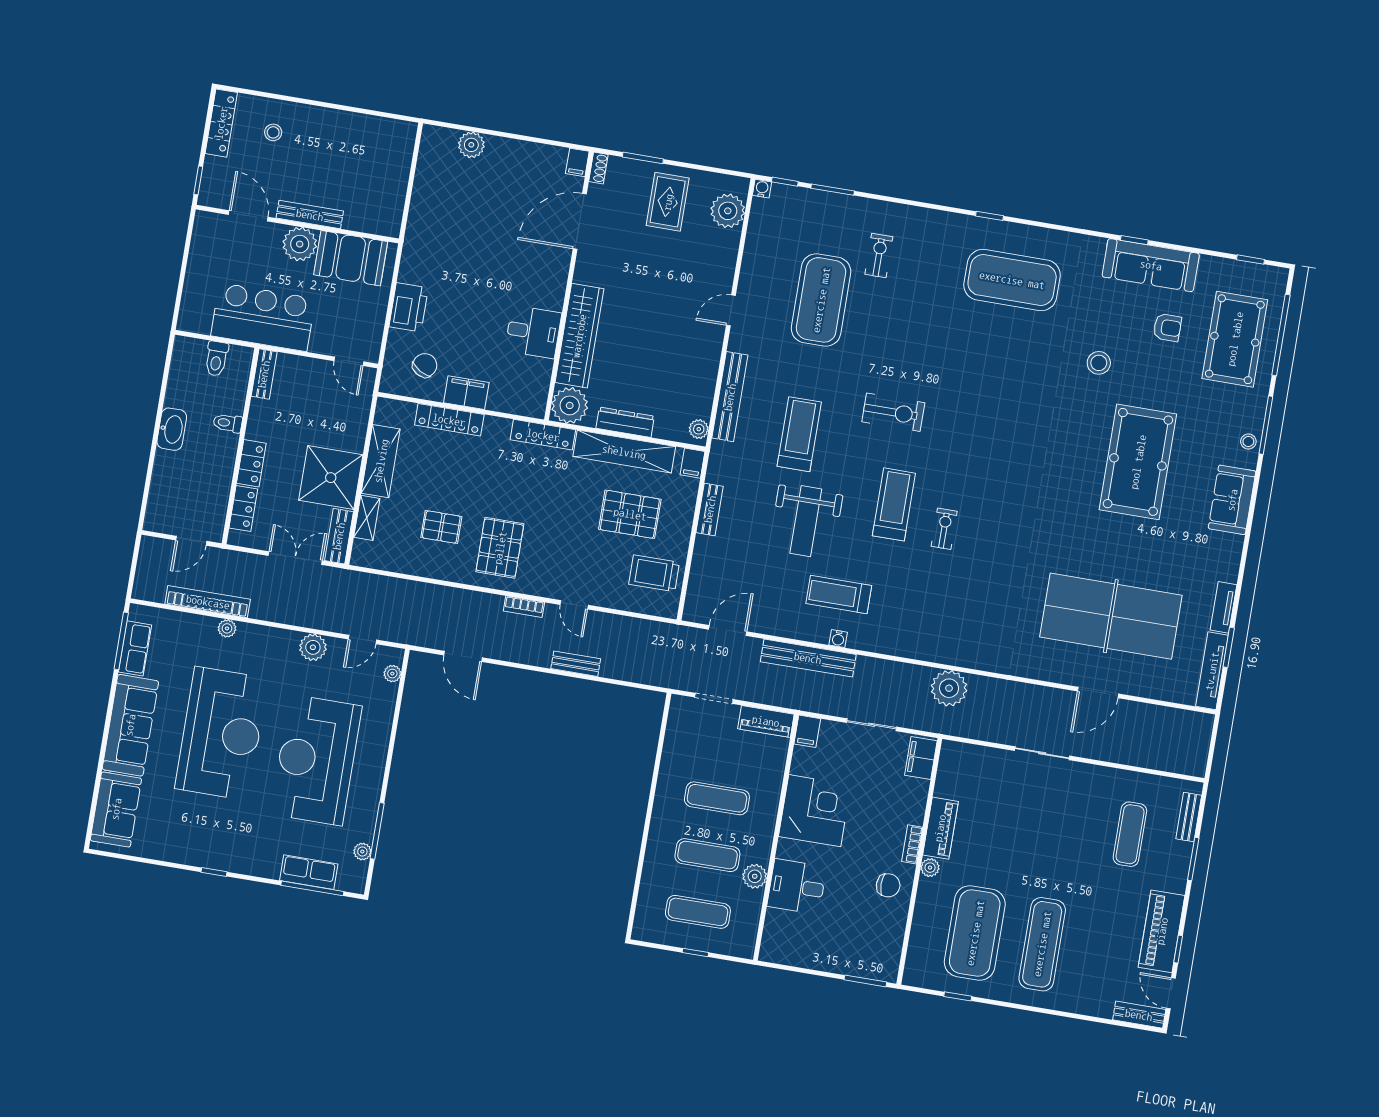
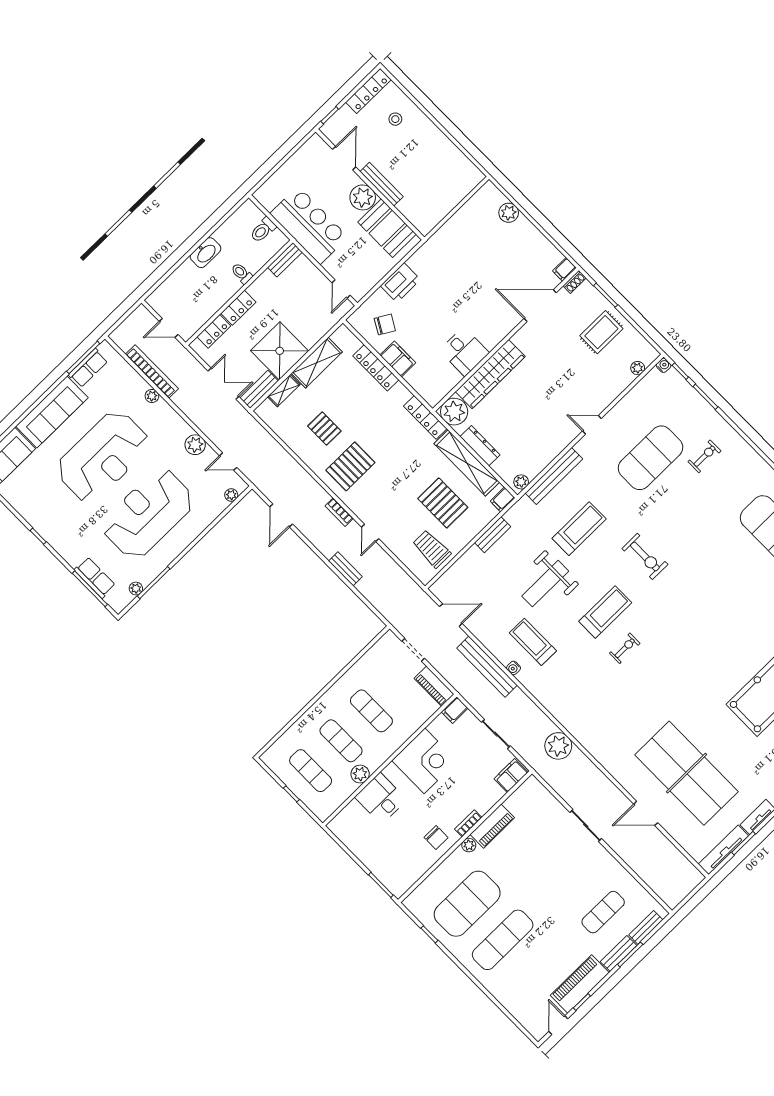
plant: (728, 211) -> (638, 368), width x0.53, depth x0.53
bench: (1139, 1015) -> (619, 953), moved, turned 90

